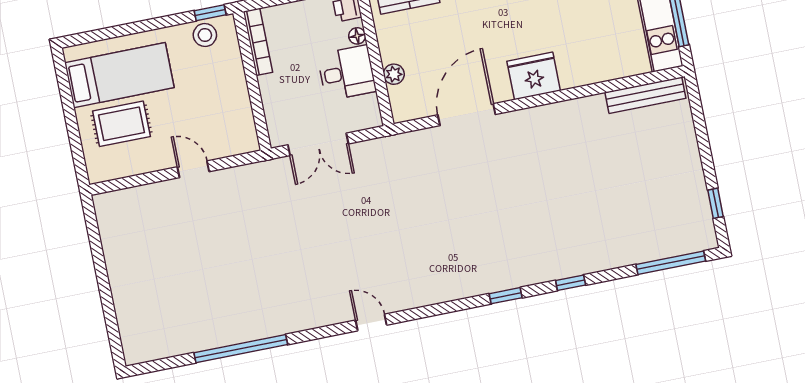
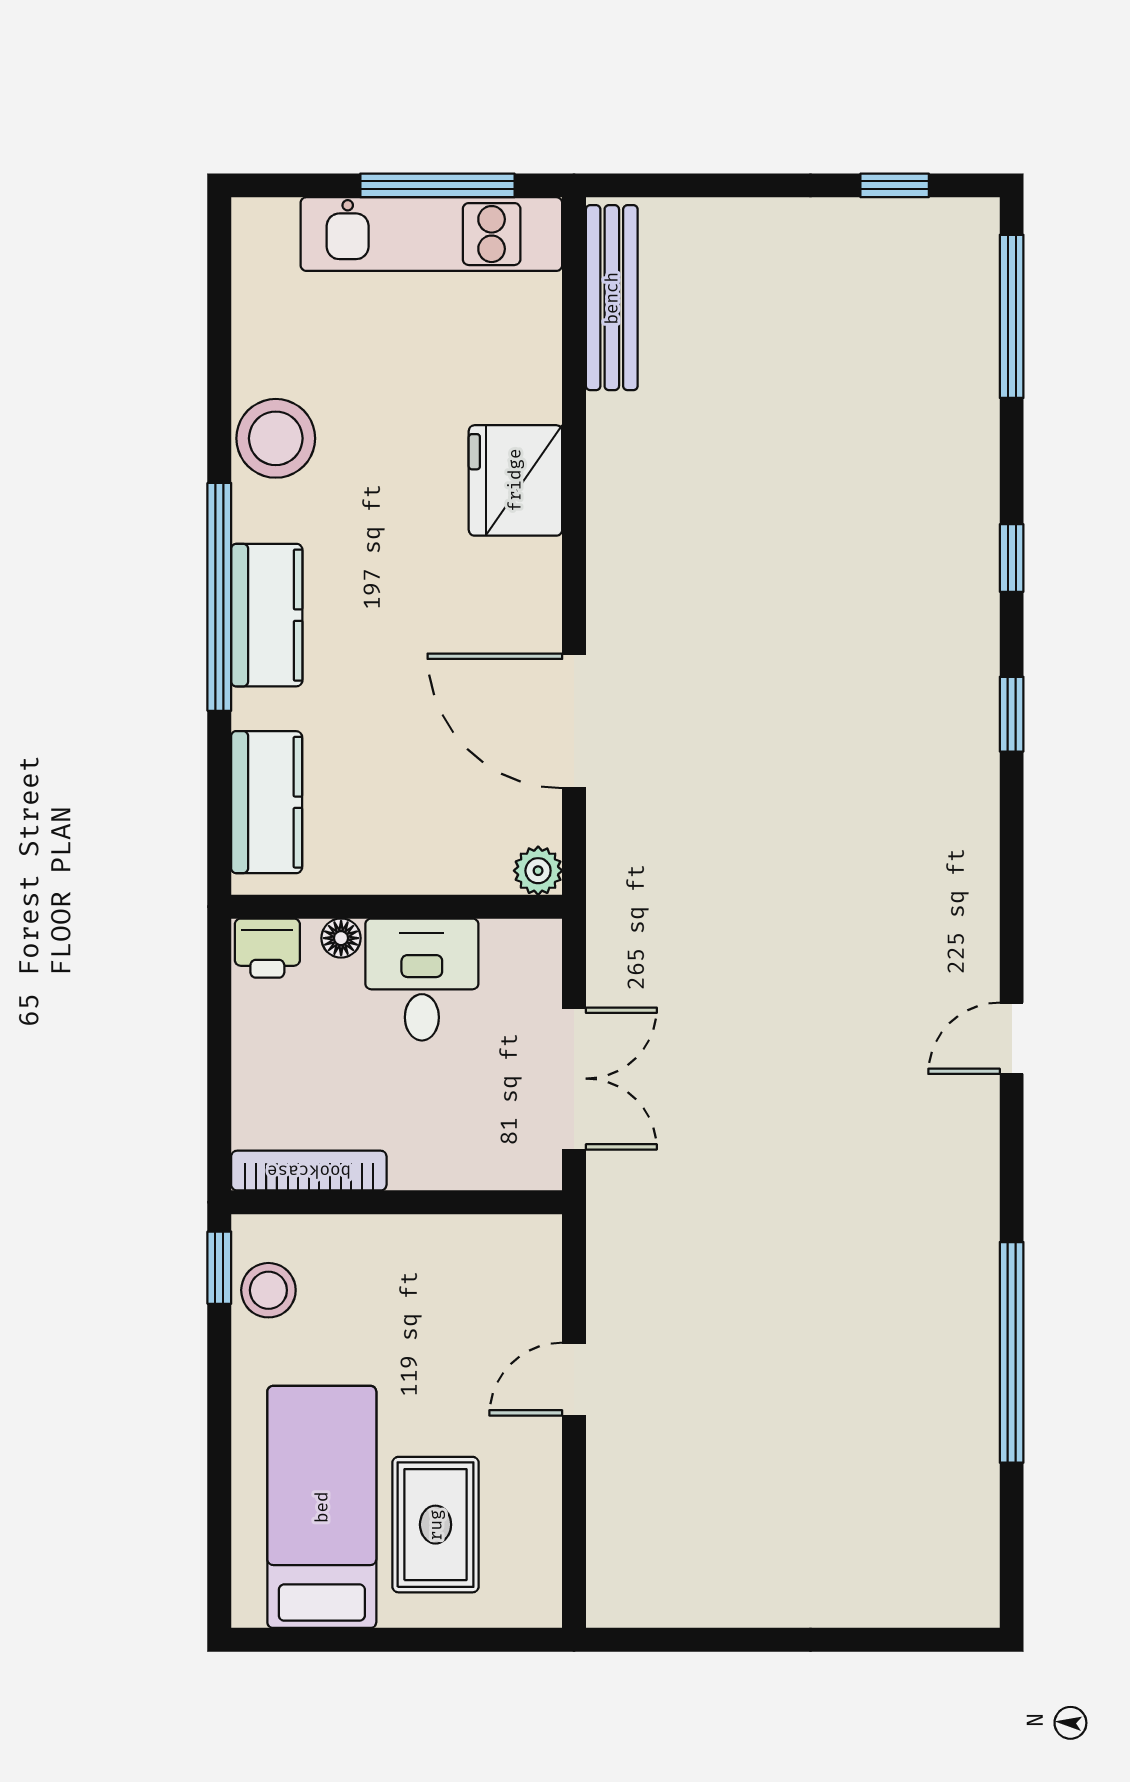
plant: (394, 74) -> (538, 871), moved
fridge: (534, 76) -> (515, 480), moved

